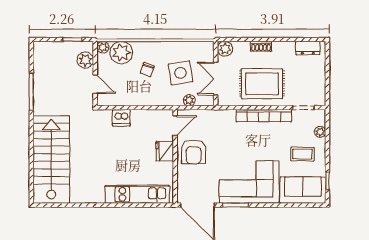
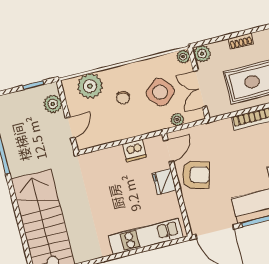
plant: (103, 47) -> (183, 57), moved
side table: (180, 73) -> (160, 92), turned -31
door: (95, 84) -> (70, 128), hinge flipped
dishwasher: (121, 118) -> (134, 151), moved
armchair: (194, 152) -> (196, 175), turned -75

